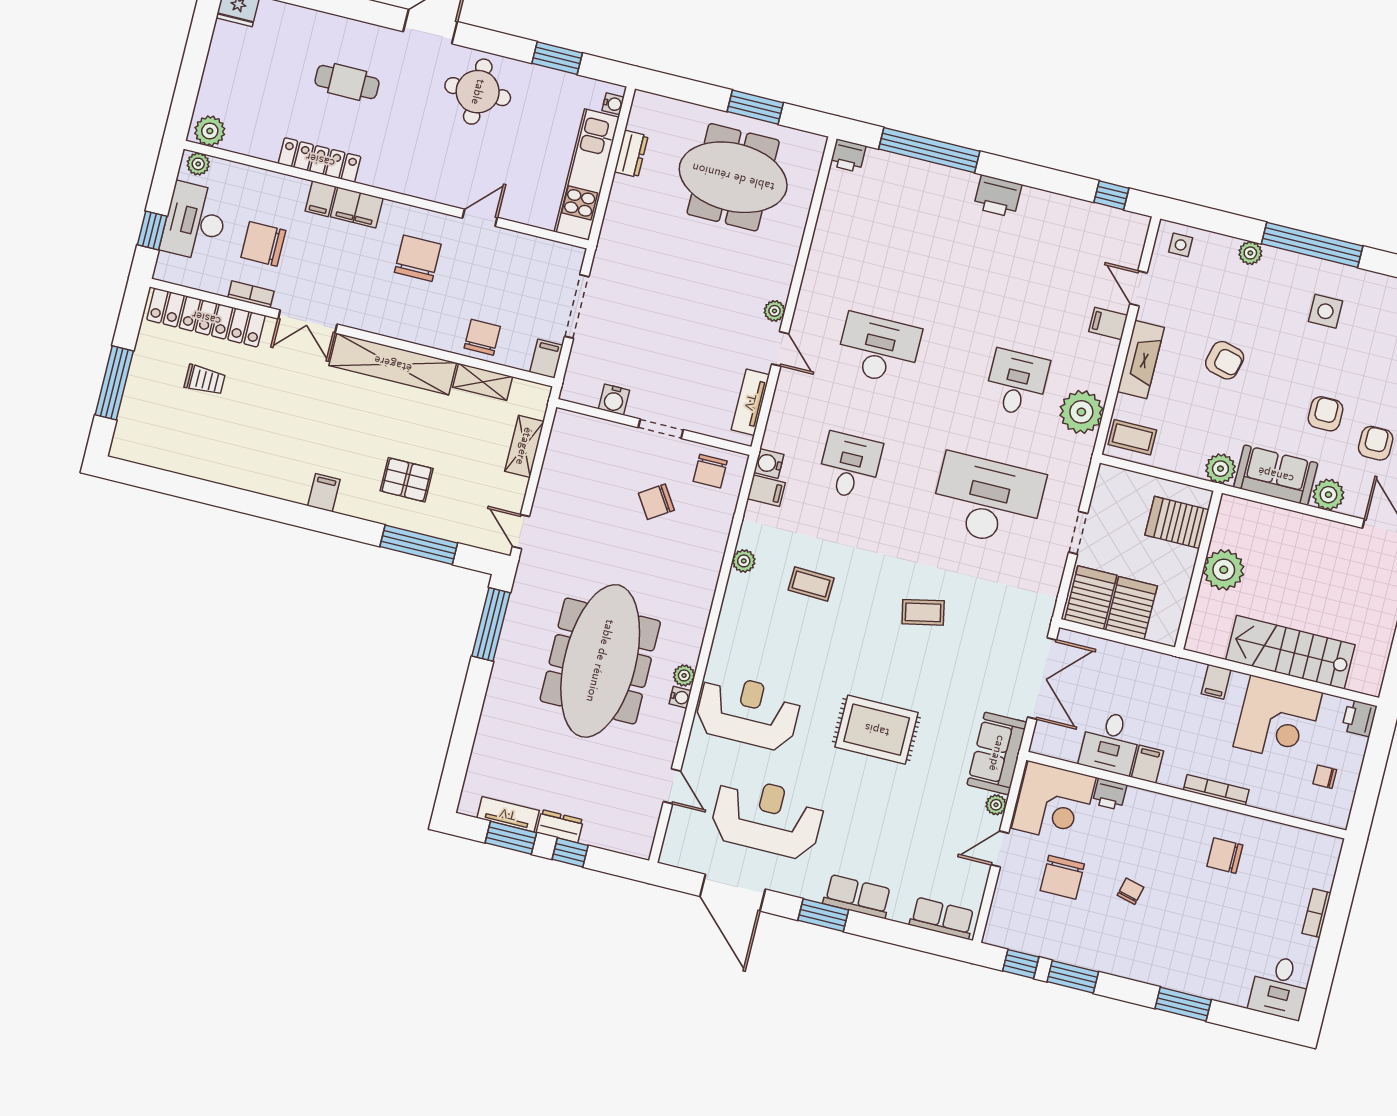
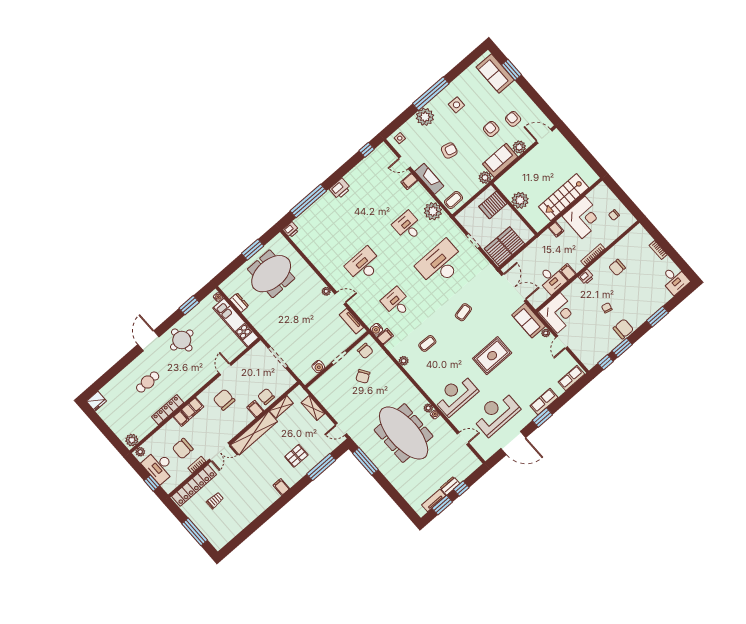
plant: (1250, 253) -> (425, 117), width x1.87, depth x1.87
filing cabinet: (546, 359) -> (255, 409), moved
printer: (1359, 718) -> (602, 189), removed
printer: (1110, 794) -> (586, 277), moved
chair: (1062, 877) -> (623, 329), moved, turned -90

